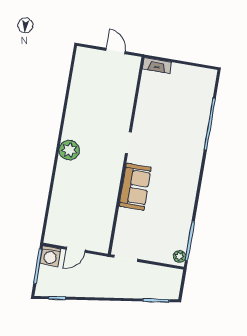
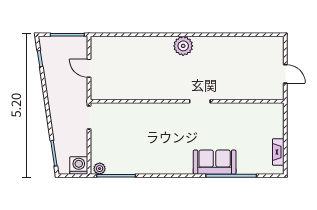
door: (116, 51) -> (285, 74), hinge flipped
fireplace: (157, 66) -> (278, 152), moved
sofa: (135, 187) -> (215, 162), moved, turned 180
washing machine: (50, 256) -> (79, 166), moved, turned 90

